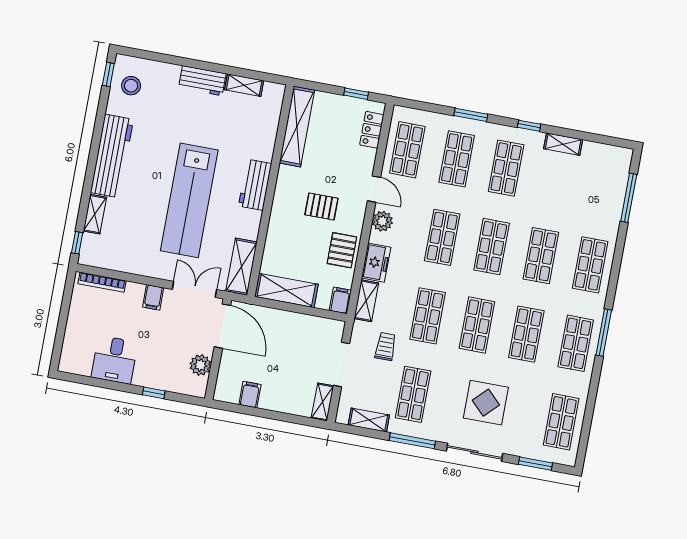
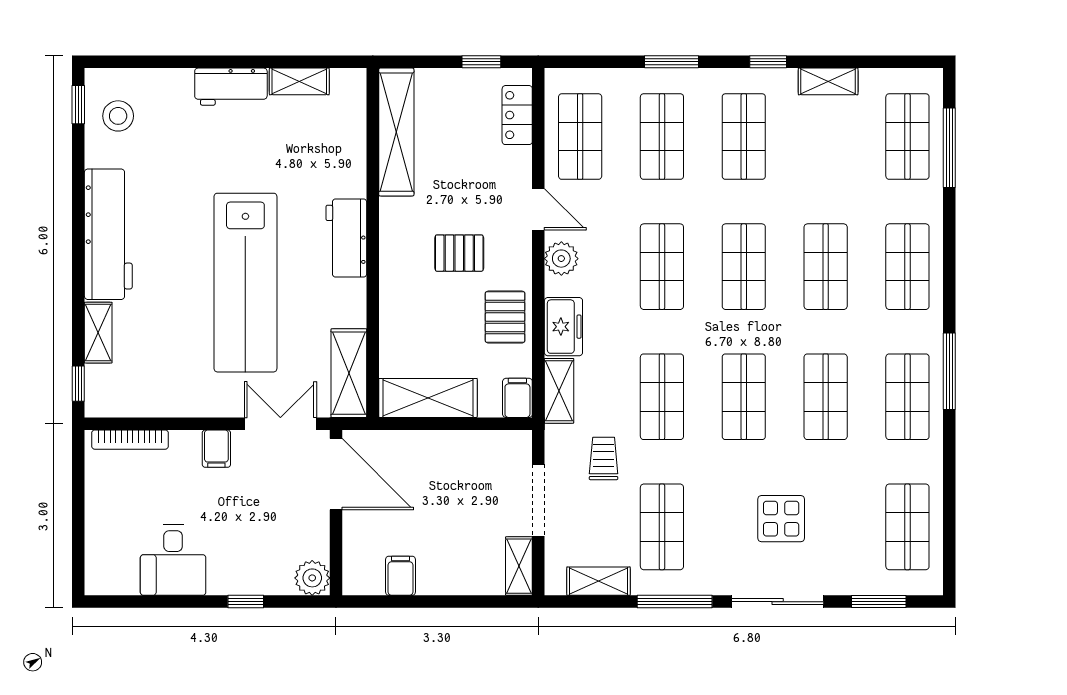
shop shelf: (605, 186) -> (907, 137), added
plant: (200, 365) -> (312, 578), moved
display table: (486, 403) -> (781, 519), width x0.73, depth x0.73

